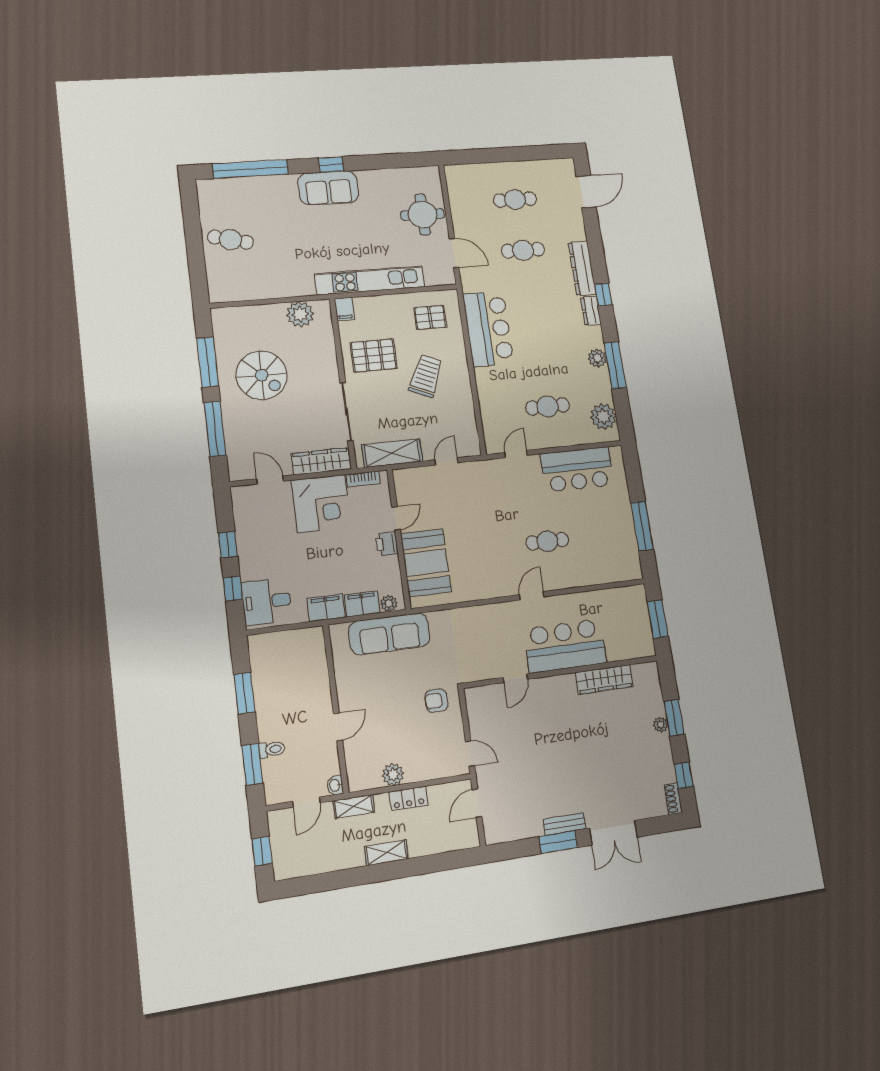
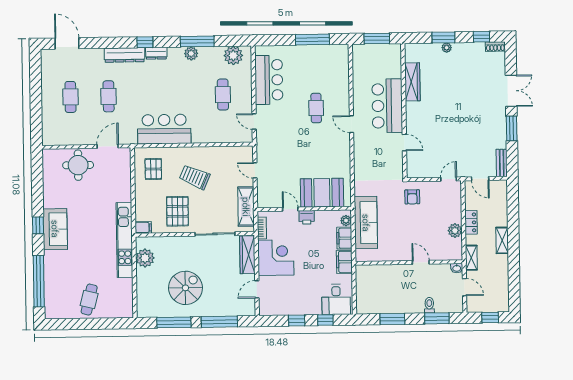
kitchen unit: (370, 280) -> (124, 240), moved
bench: (564, 824) -> (502, 163), moved

